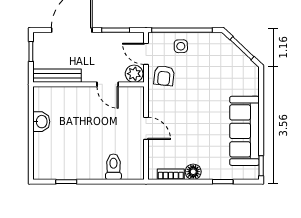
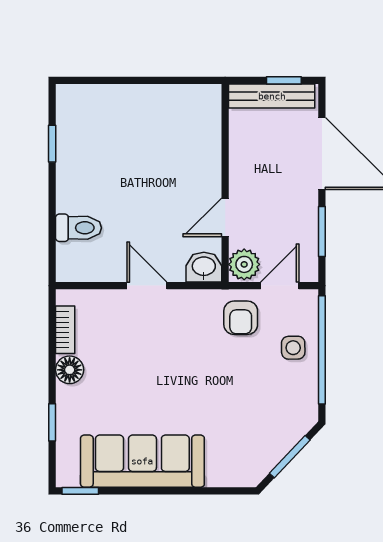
bench: (57, 76) -> (272, 96), moved, turned 90
armchair: (164, 76) -> (241, 318), turned -96
washbasin: (41, 122) -> (204, 267), moved, turned 180
door: (146, 128) -> (147, 286), swing flipped

